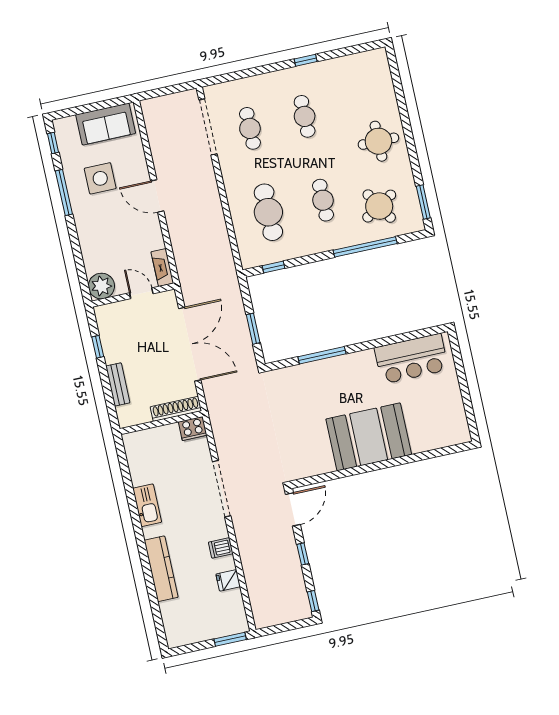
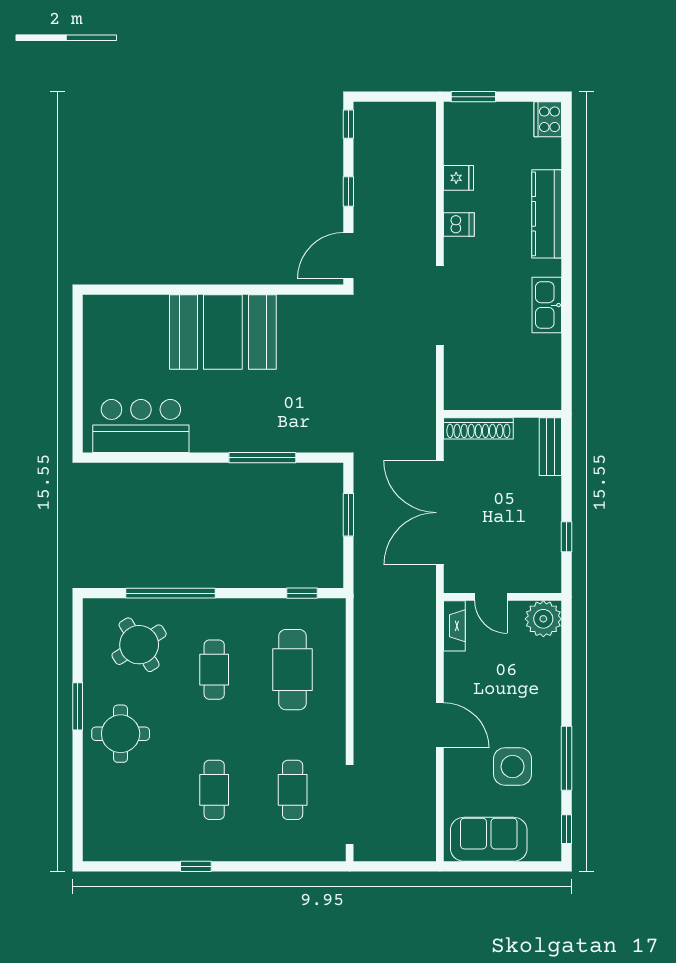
window: (423, 202) -> (78, 706), moved
bench: (118, 384) -> (550, 447), moved
cooker: (193, 429) -> (548, 119), moved, turned -90

